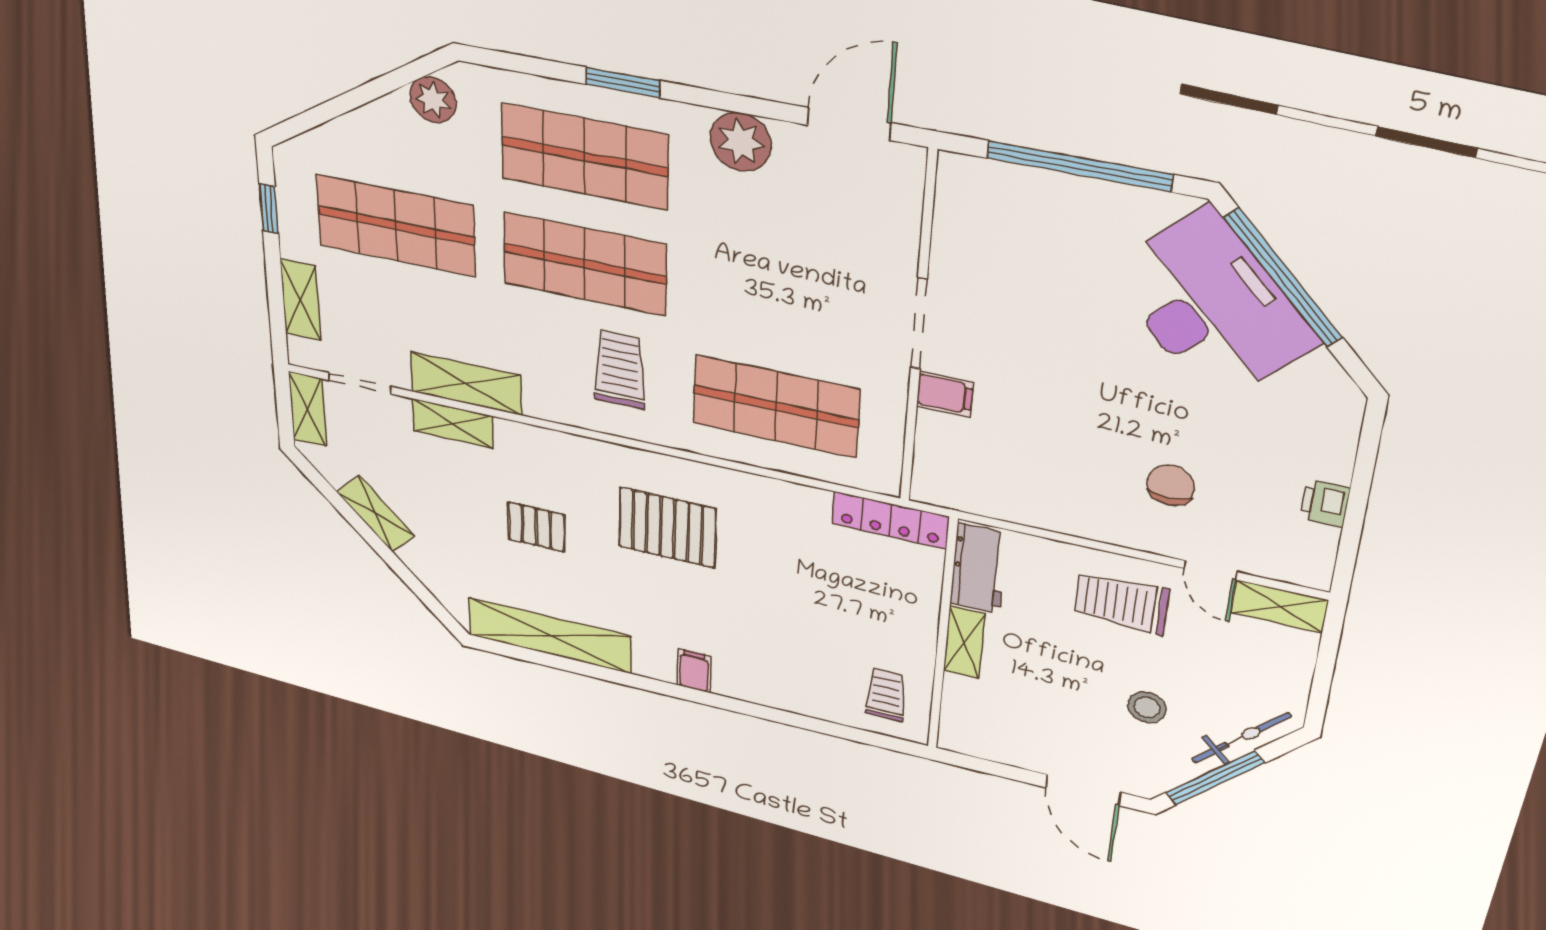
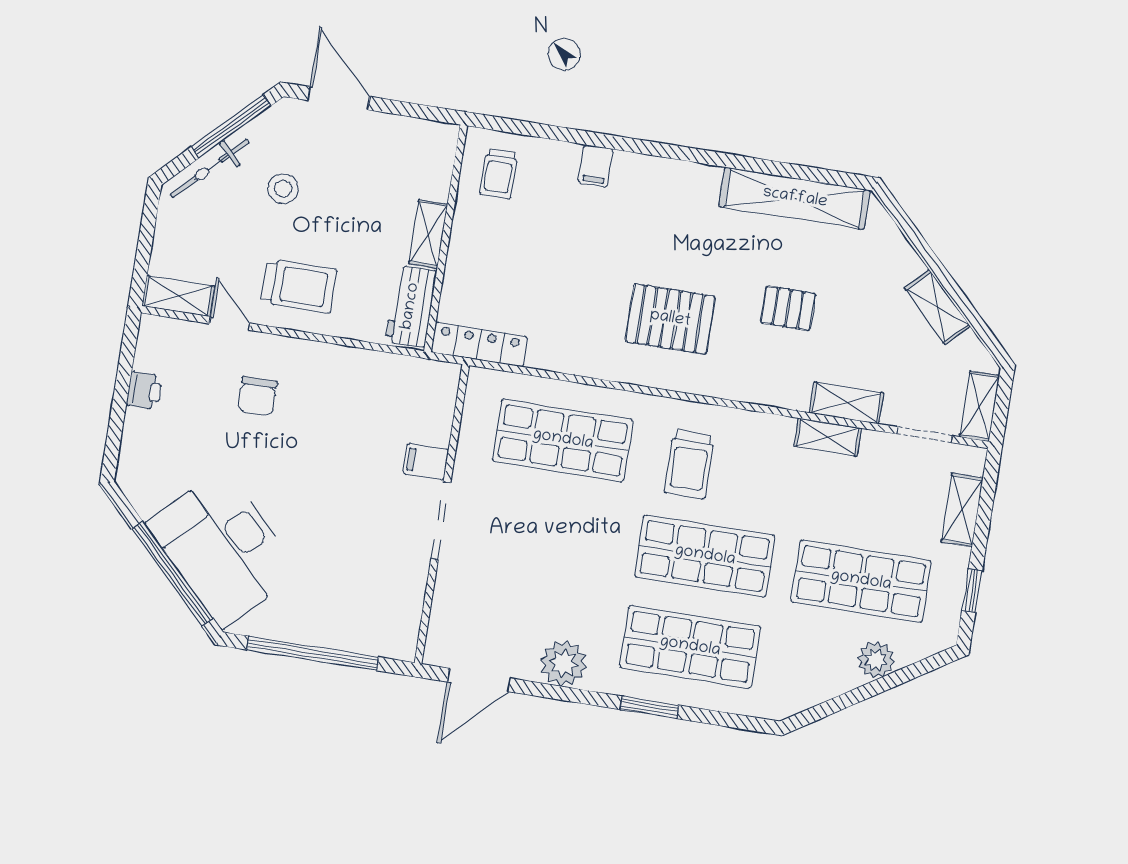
plant: (433, 100) -> (876, 660), moved
shelving: (466, 383) -> (828, 437), width x0.67, depth x0.75
filing cabinet: (694, 671) -> (596, 166), moved

